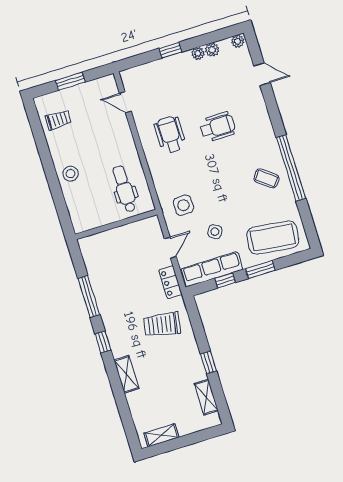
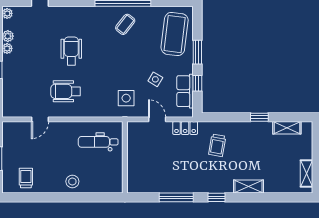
door: (125, 102) -> (40, 119), moved
row of seats: (212, 269) -> (185, 91), width x0.68
trolley: (162, 325) -> (217, 145), width x0.73, depth x0.72

